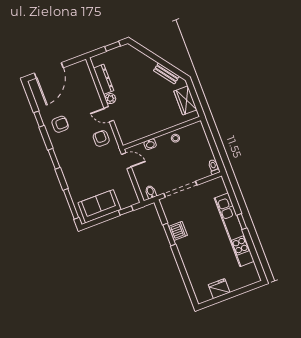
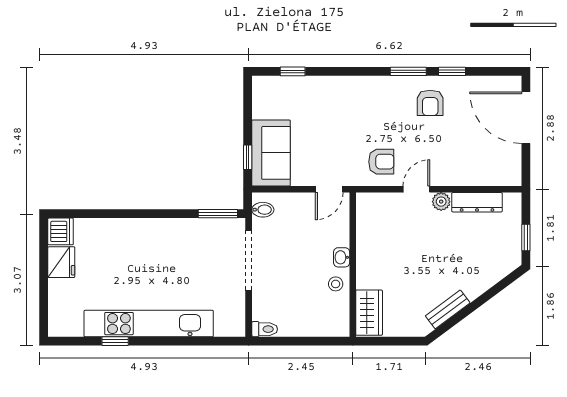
wardrobe: (185, 100) -> (369, 313), moved, turned 90
washbasin: (150, 144) -> (342, 257), moved
window: (54, 159) -> (408, 71), moved
window: (71, 204) -> (293, 71), width x0.46
sofa: (99, 206) -> (271, 153), moved
window: (242, 222) -> (115, 341), moved
dishwasher: (178, 231) -> (61, 231), moved, turned -90
window: (169, 234) -> (218, 214), moved

